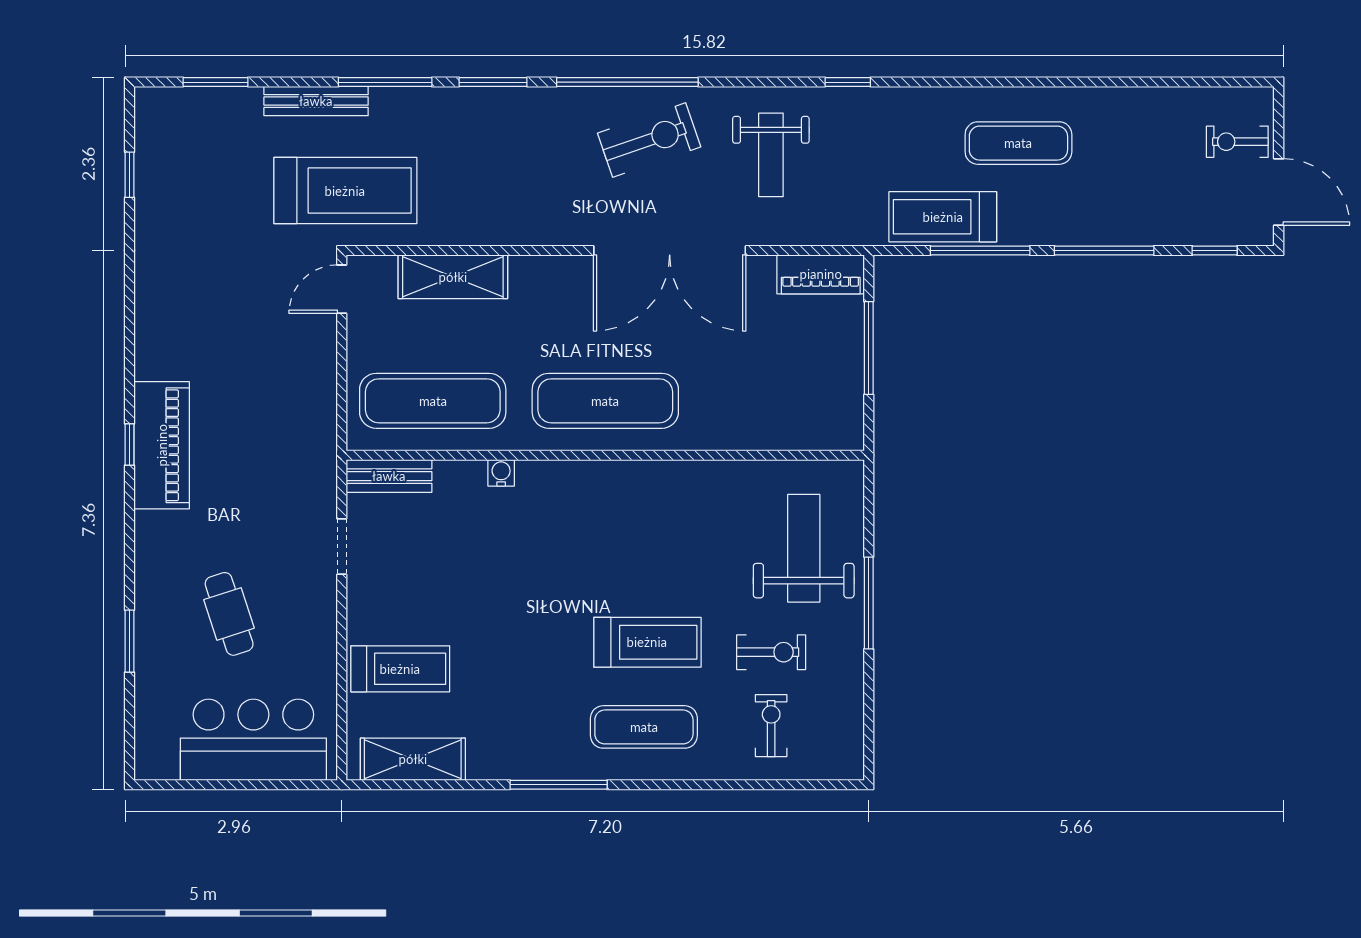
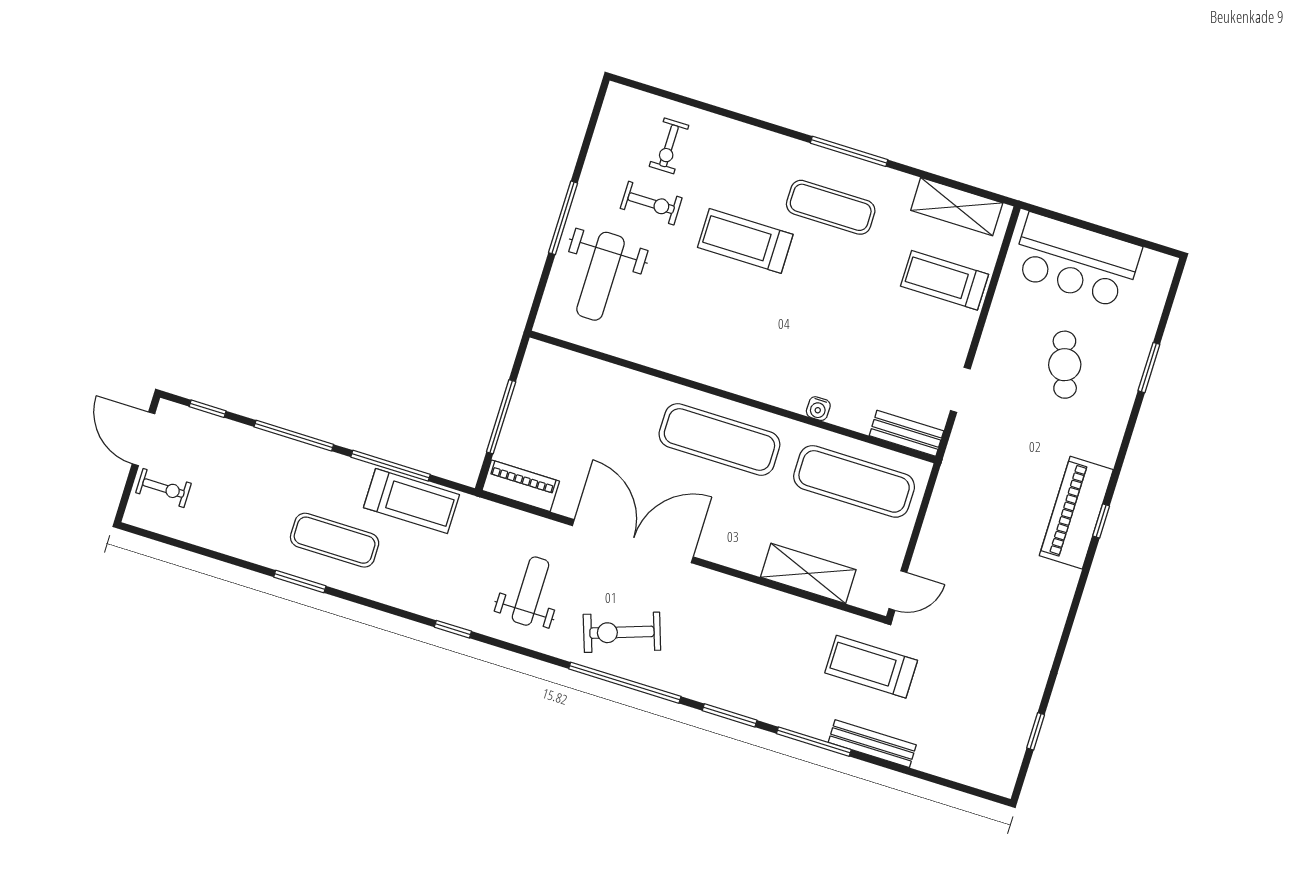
window: (215, 82) -> (300, 581), moved
treadmill: (345, 191) -> (871, 667), width x0.73, depth x0.73
exercise bike: (771, 652) -> (651, 203), turned 180
exercise mat: (644, 727) -> (831, 207), moved

